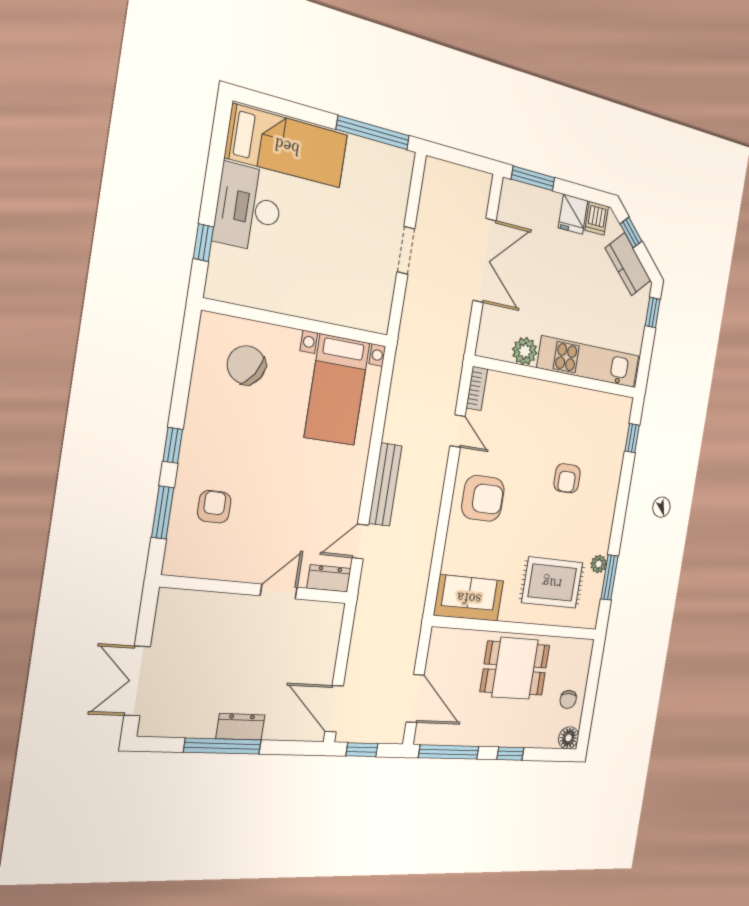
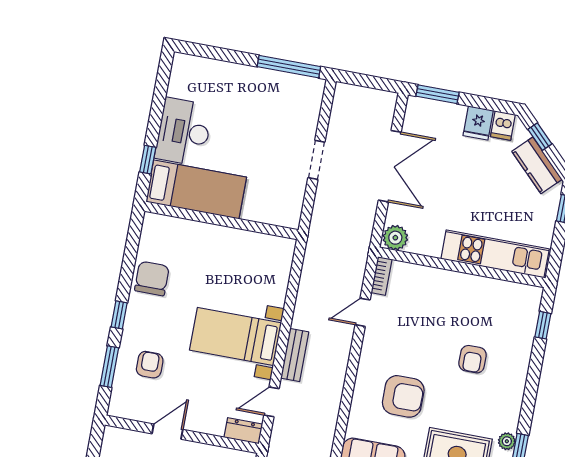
bed: (287, 146) -> (196, 190), moved
plant: (525, 351) -> (395, 238), moved
chair: (246, 365) -> (152, 278), moved, turned 57
bed with nightstands: (337, 390) -> (236, 336), moved, turned 90
door: (458, 431) -> (363, 312), swing flipped
bench: (385, 485) -> (295, 355), width x0.73
armchair: (483, 498) -> (403, 396), moved
door: (279, 591) -> (167, 432), moved

